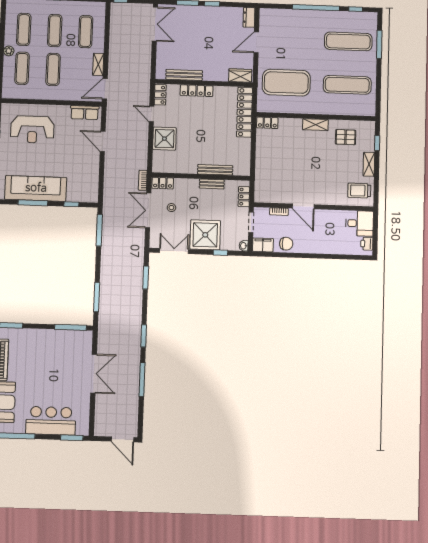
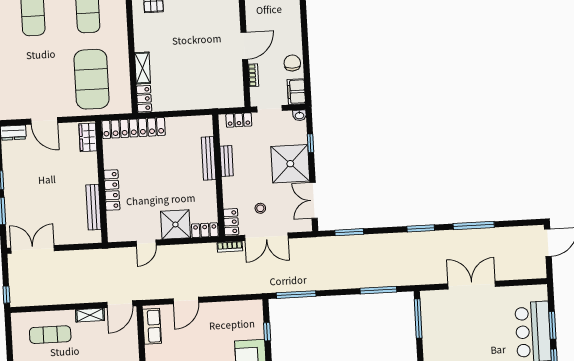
door: (105, 89) -> (120, 304), hinge flipped
locker: (160, 95) -> (205, 230), moved
shelving: (315, 125) -> (143, 68), moved
window: (72, 438) -> (552, 325), moved

